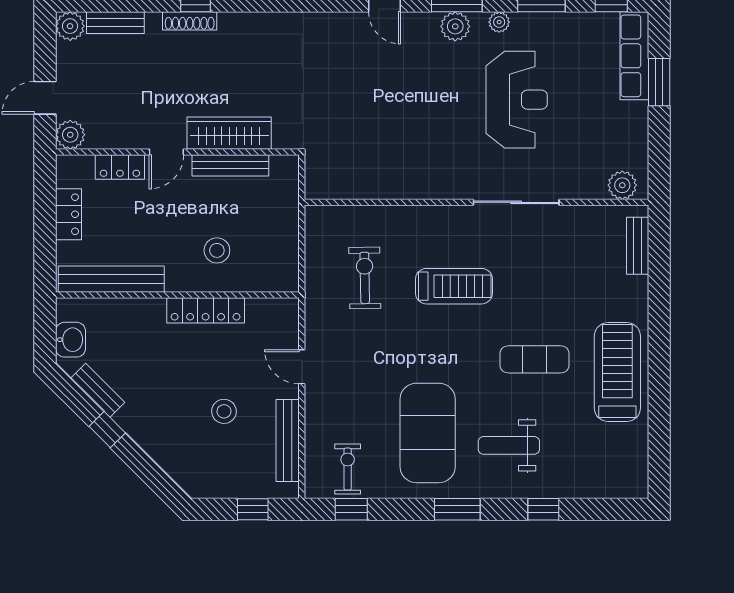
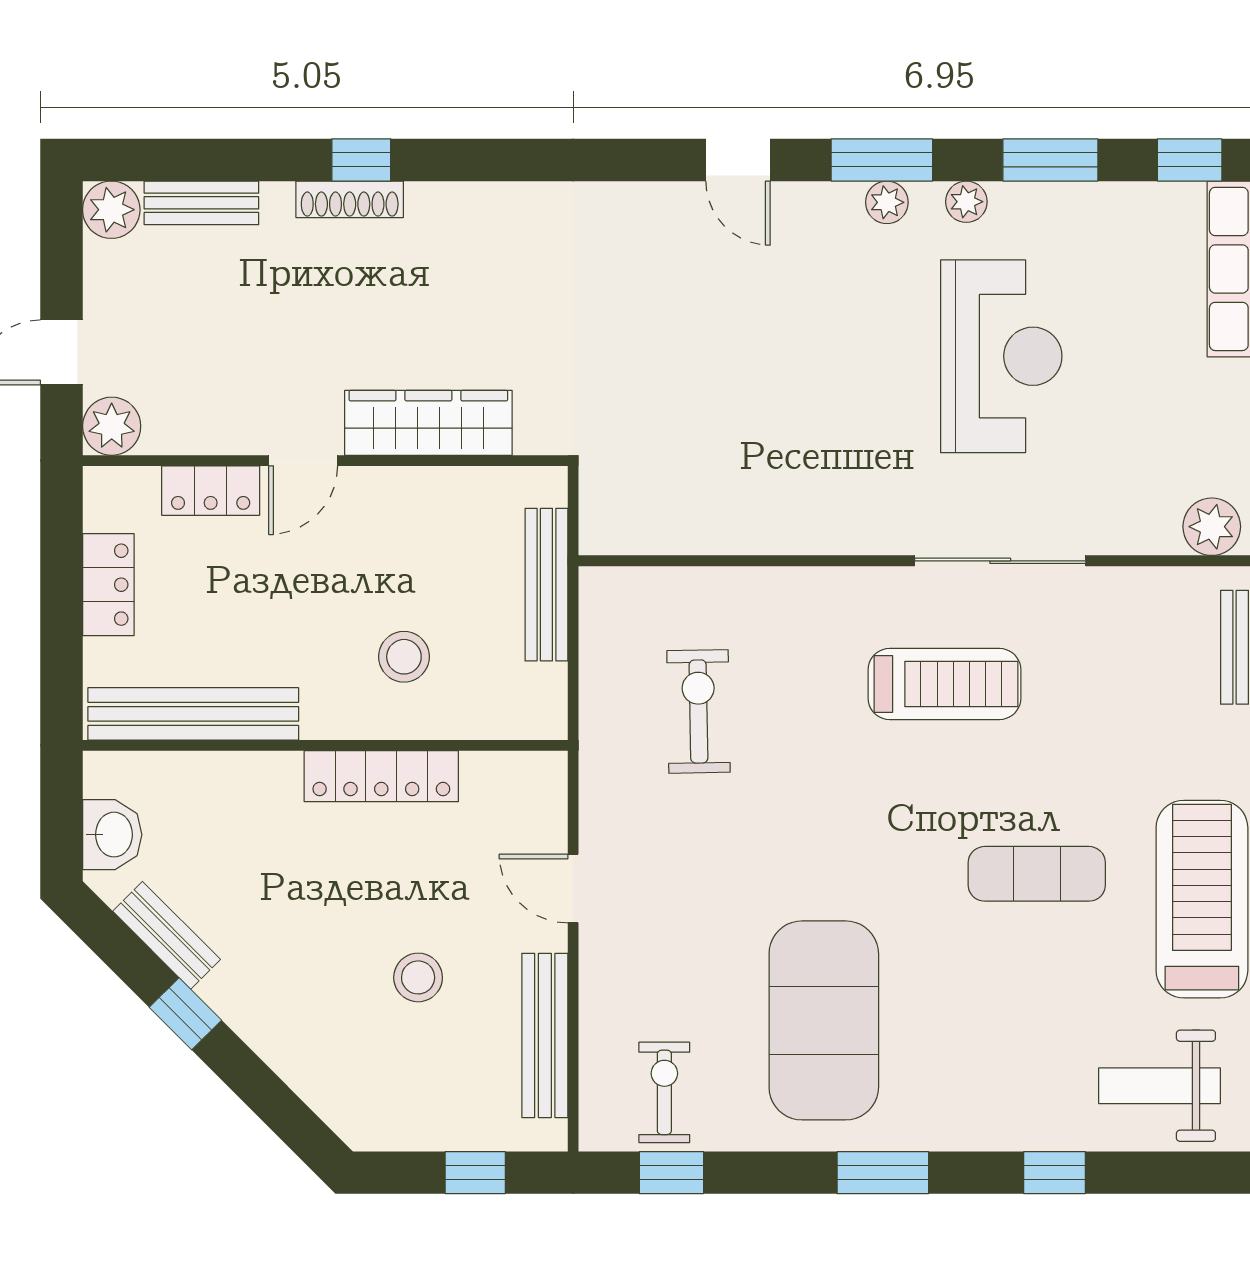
plant: (455, 26) -> (887, 202), width x0.73, depth x0.73
bench: (230, 165) -> (546, 585), moved, turned 90
treadmill: (454, 286) -> (944, 684), moved
weight bench: (509, 445) -> (1159, 1086), moved

